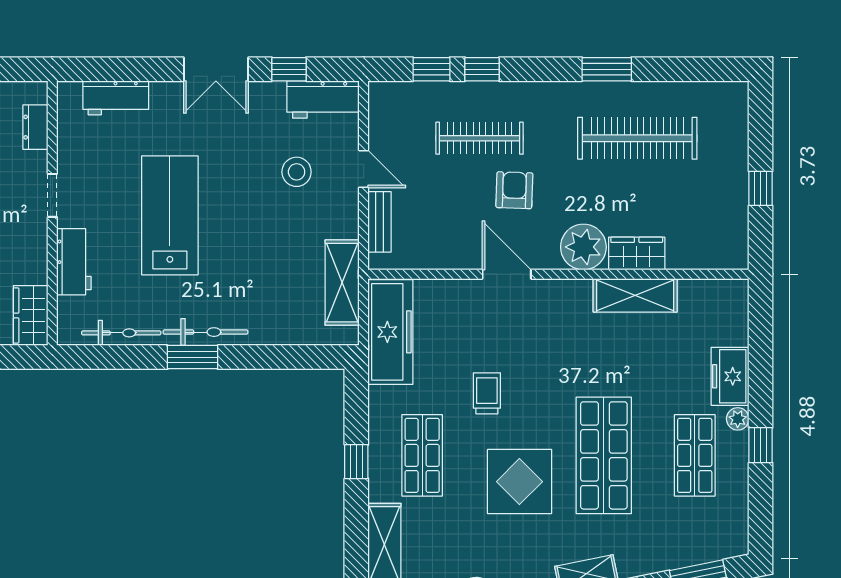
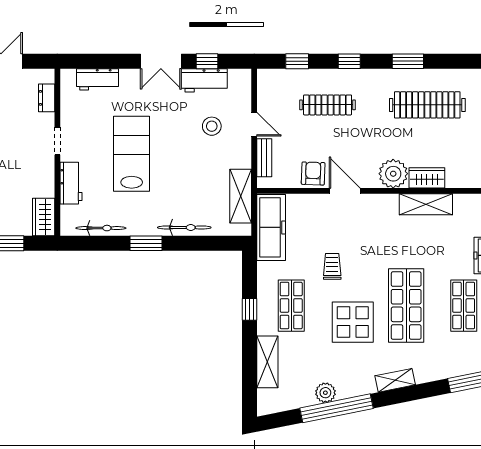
window: (482, 69) -> (349, 61), moved
workbench: (323, 99) -> (204, 80), moved
armchair: (514, 190) -> (313, 173), moved
bicycle: (205, 332) -> (184, 227), moved

